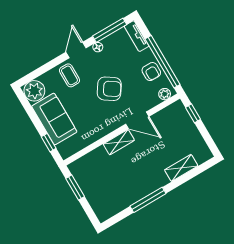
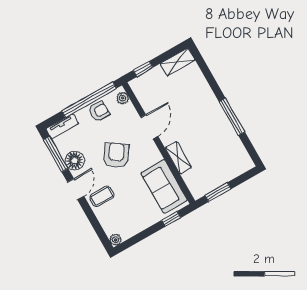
floor lamp: (98, 47) -> (75, 161), width x1.89, depth x1.89
door: (76, 50) -> (76, 189), swing flipped
plant: (34, 91) -> (115, 240), width x0.53, depth x0.53
sofa: (54, 119) -> (164, 186), moved, turned -90
shelving: (119, 142) -> (178, 158), moved
shelving: (181, 168) -> (178, 62), moved, turned 90

